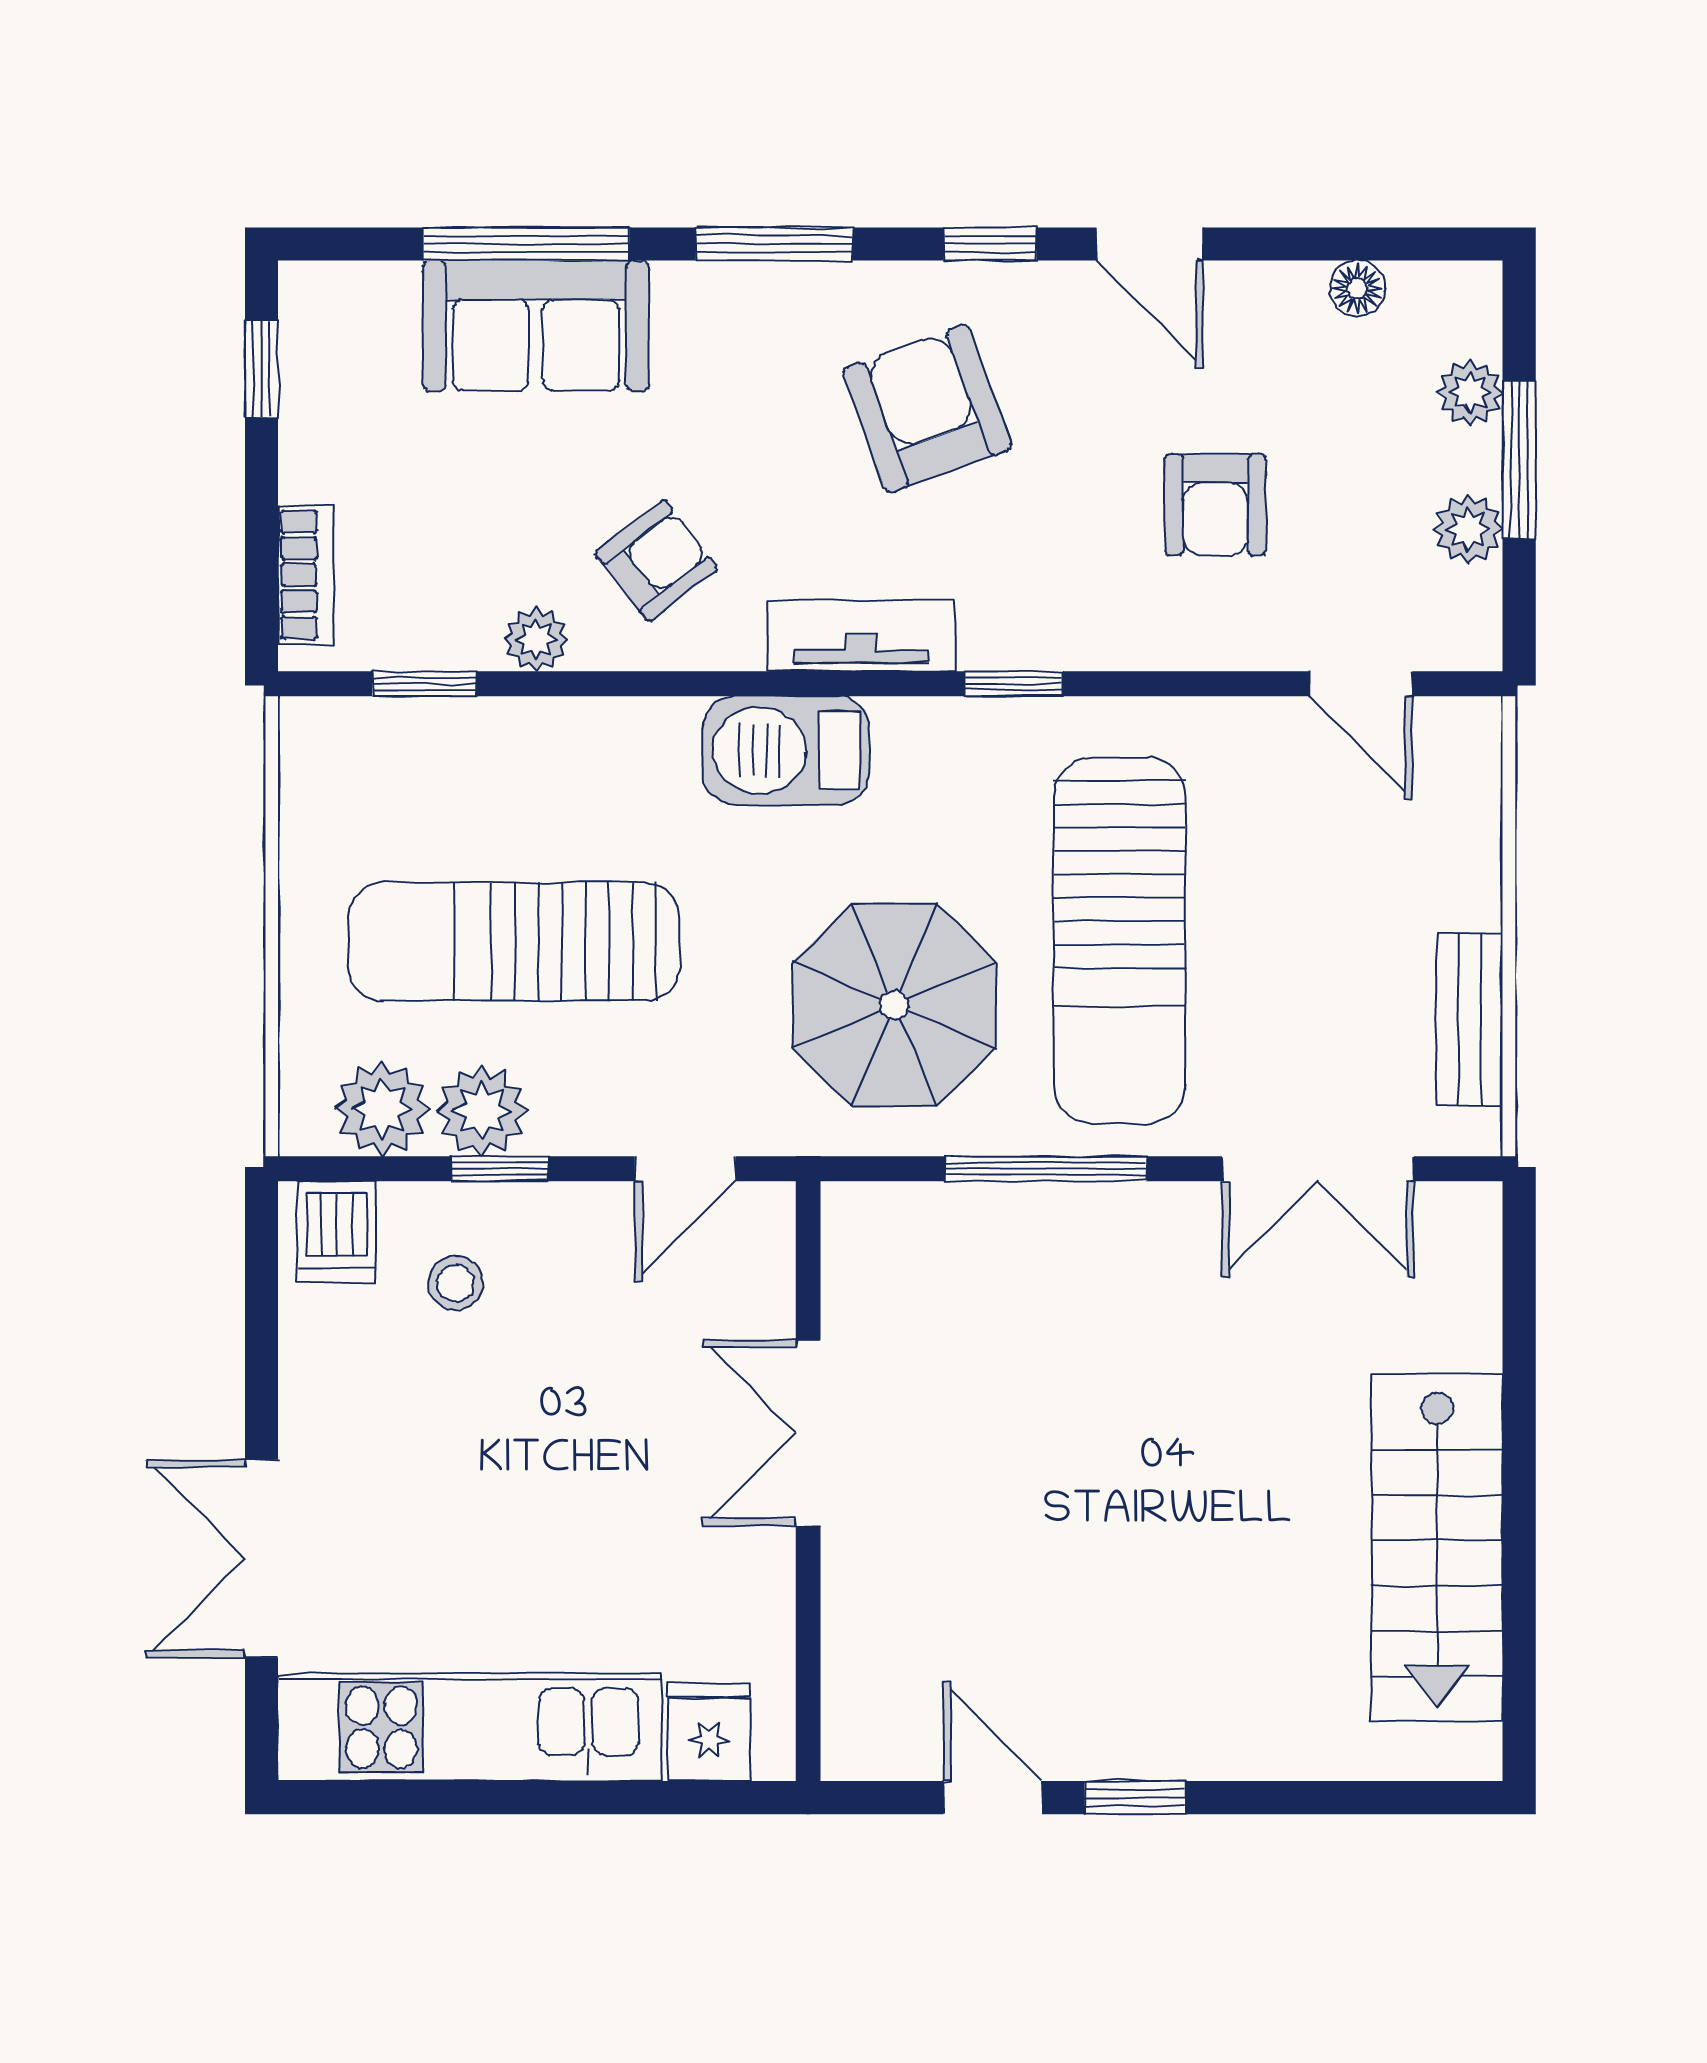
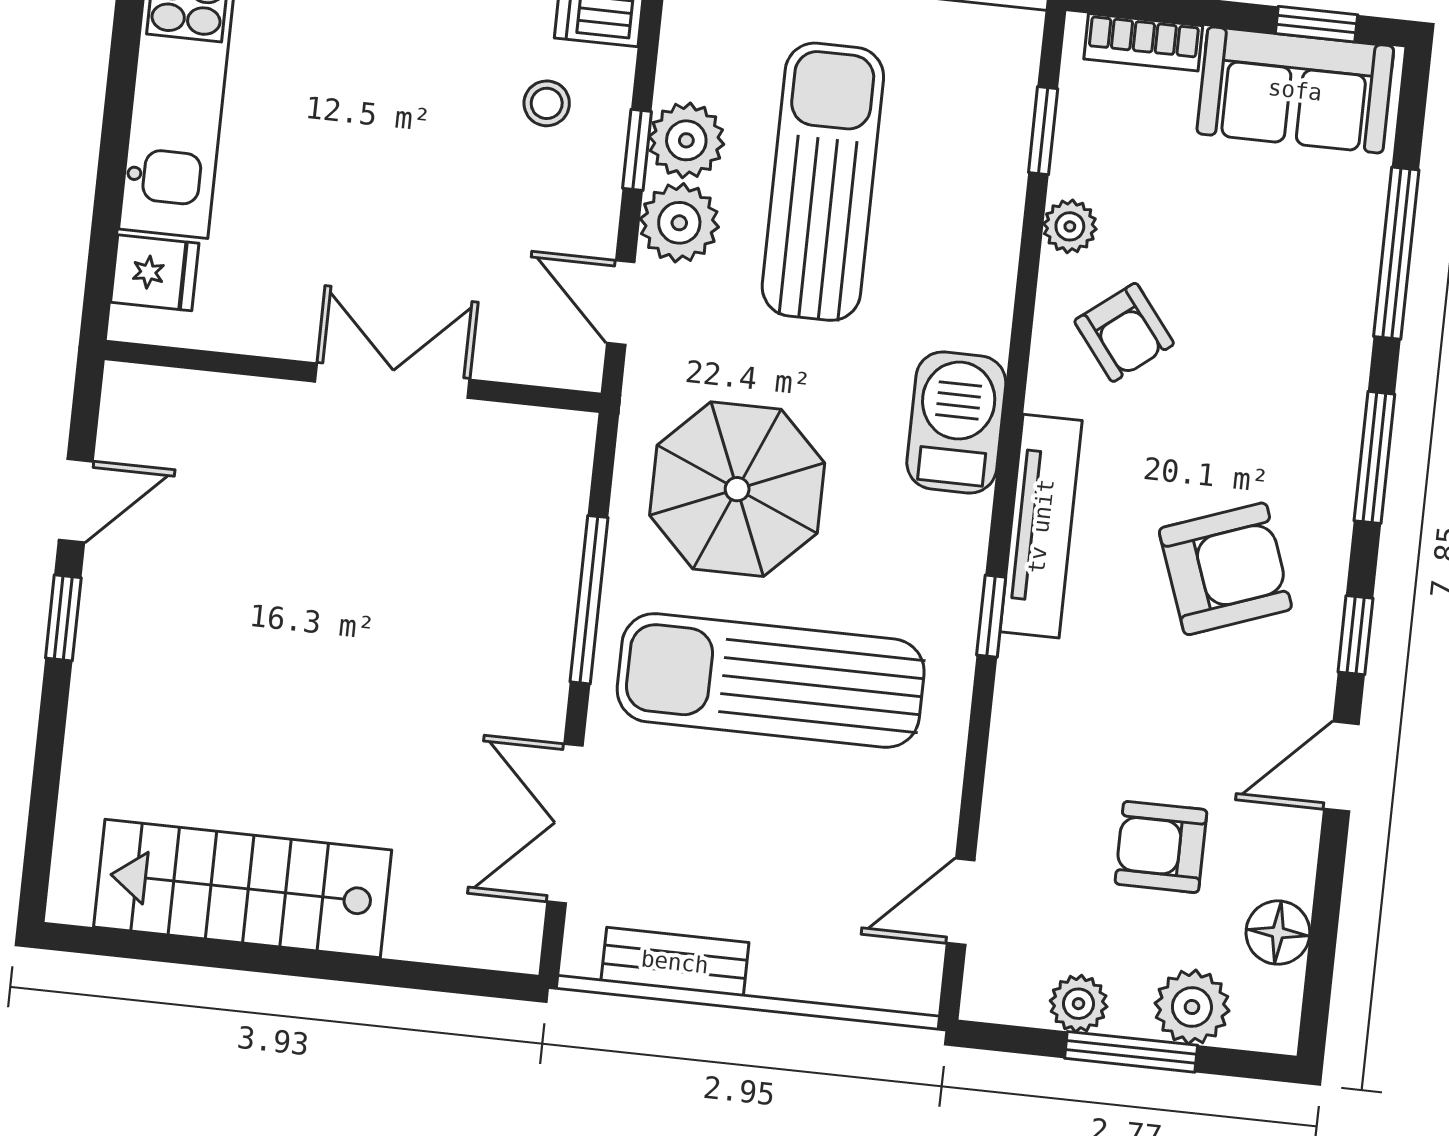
floor lamp: (1357, 288) -> (1278, 933), width x1.37, depth x1.37
sofa: (536, 326) -> (1295, 90), moved, turned -90
plant: (1470, 393) -> (1192, 1007), width x1.38, depth x1.38
armchair: (1216, 505) -> (1161, 847), moved
tv unit: (861, 636) -> (1041, 526), width x1.41
plant: (382, 1109) -> (679, 223), moved

